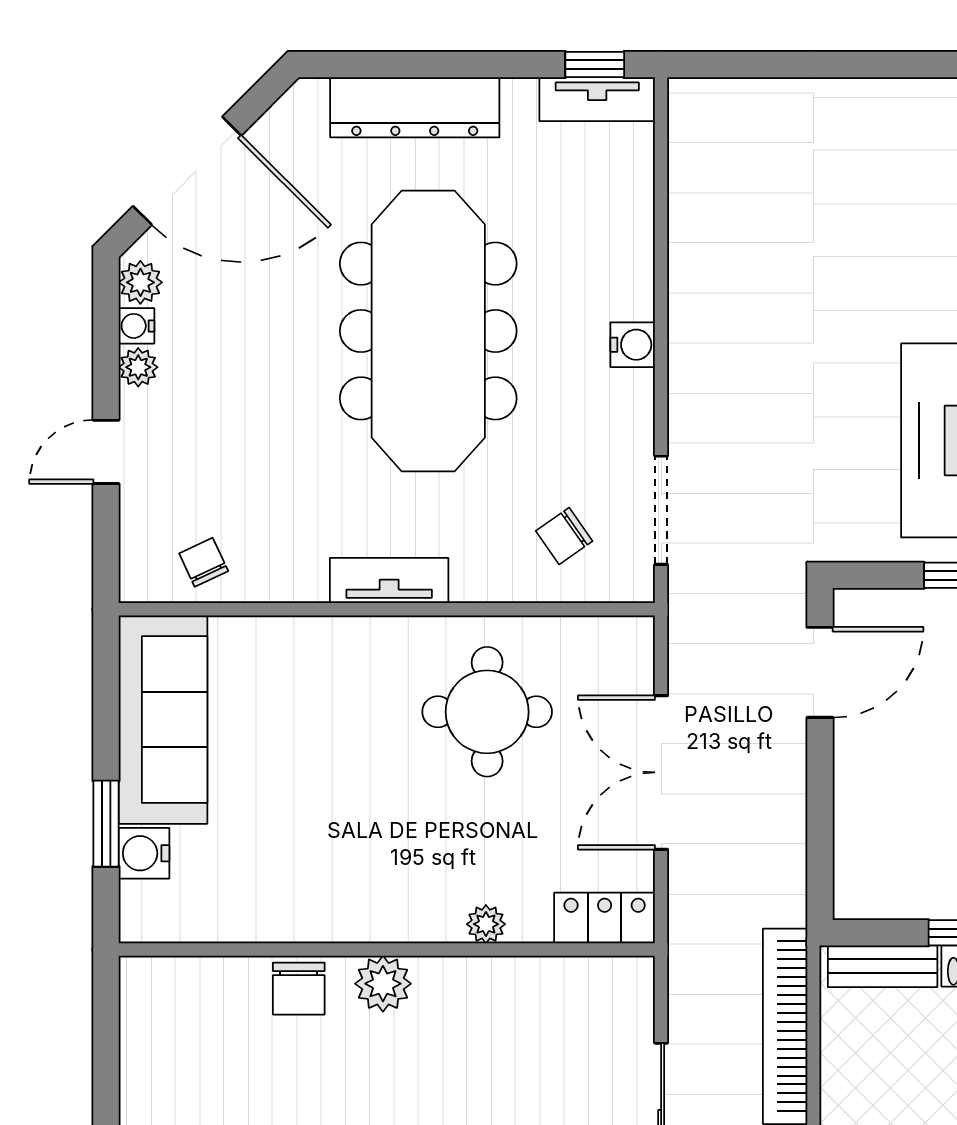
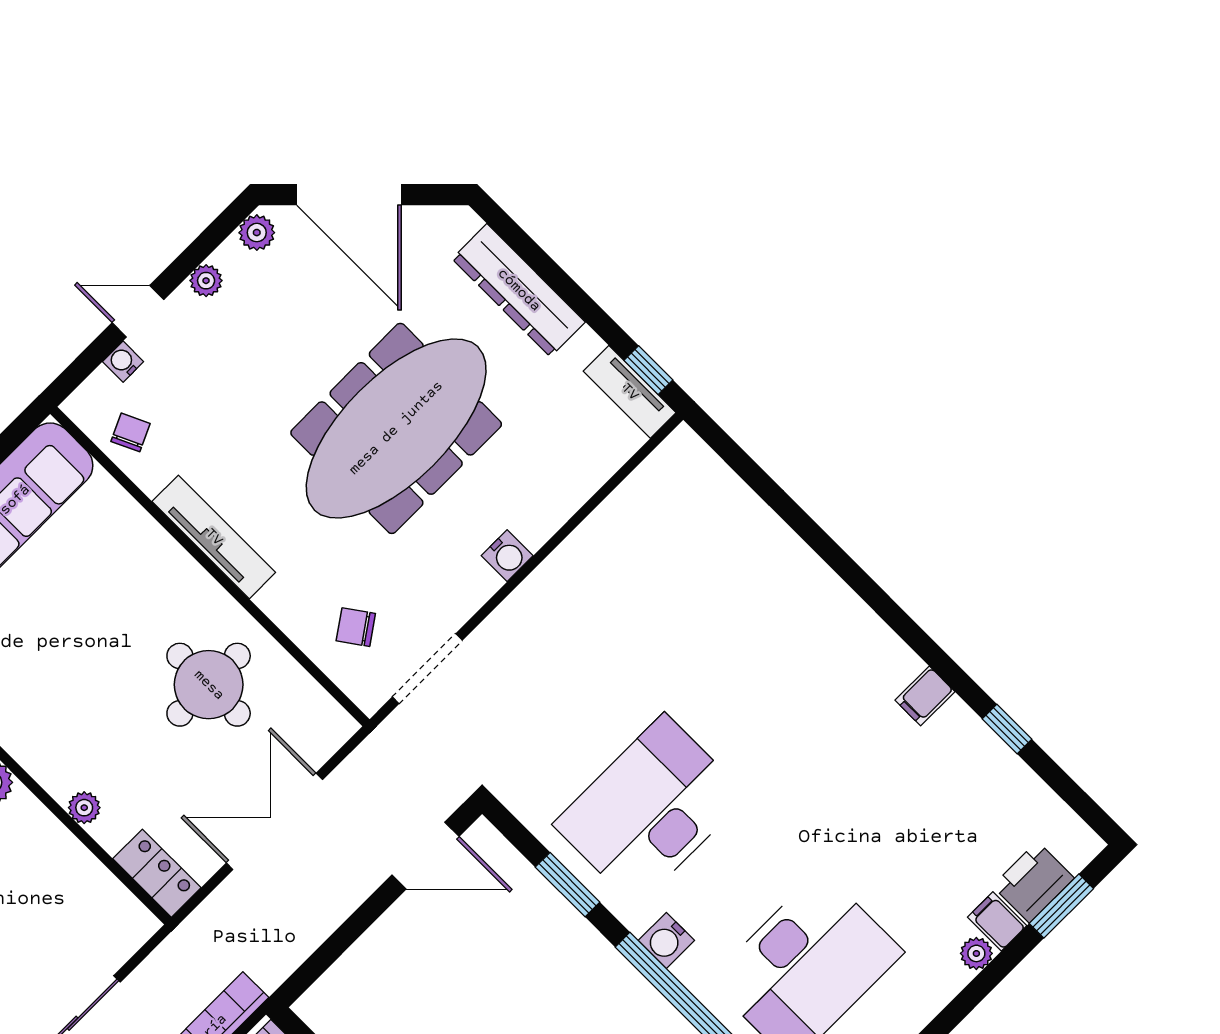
water cooler: (137, 326) -> (123, 362), moved
tv unit: (389, 581) -> (214, 537), width x1.41

